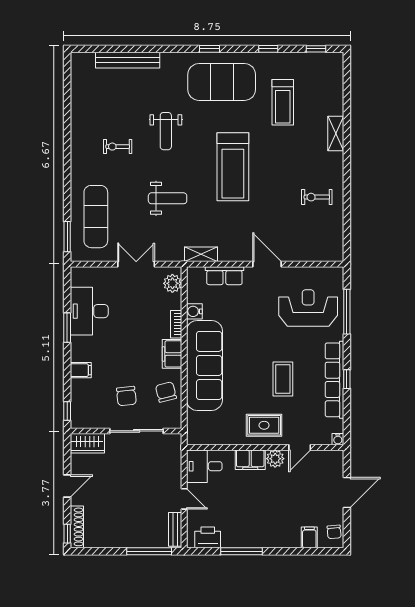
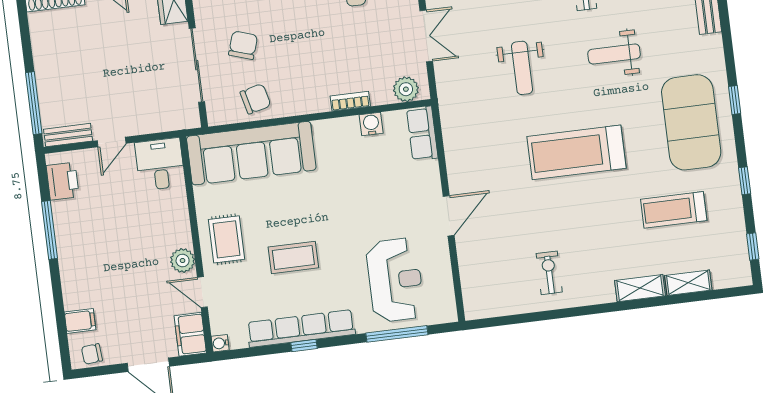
shelving: (201, 254) -> (688, 283), moved, turned 90
row of seats: (224, 276) -> (422, 133), moved
filing cabinet: (172, 354) -> (309, 101), removed
sofa: (204, 365) -> (251, 153), moved
chair: (126, 396) -> (243, 45), turned 114
filing cabinet: (250, 460) -> (190, 334), moved

